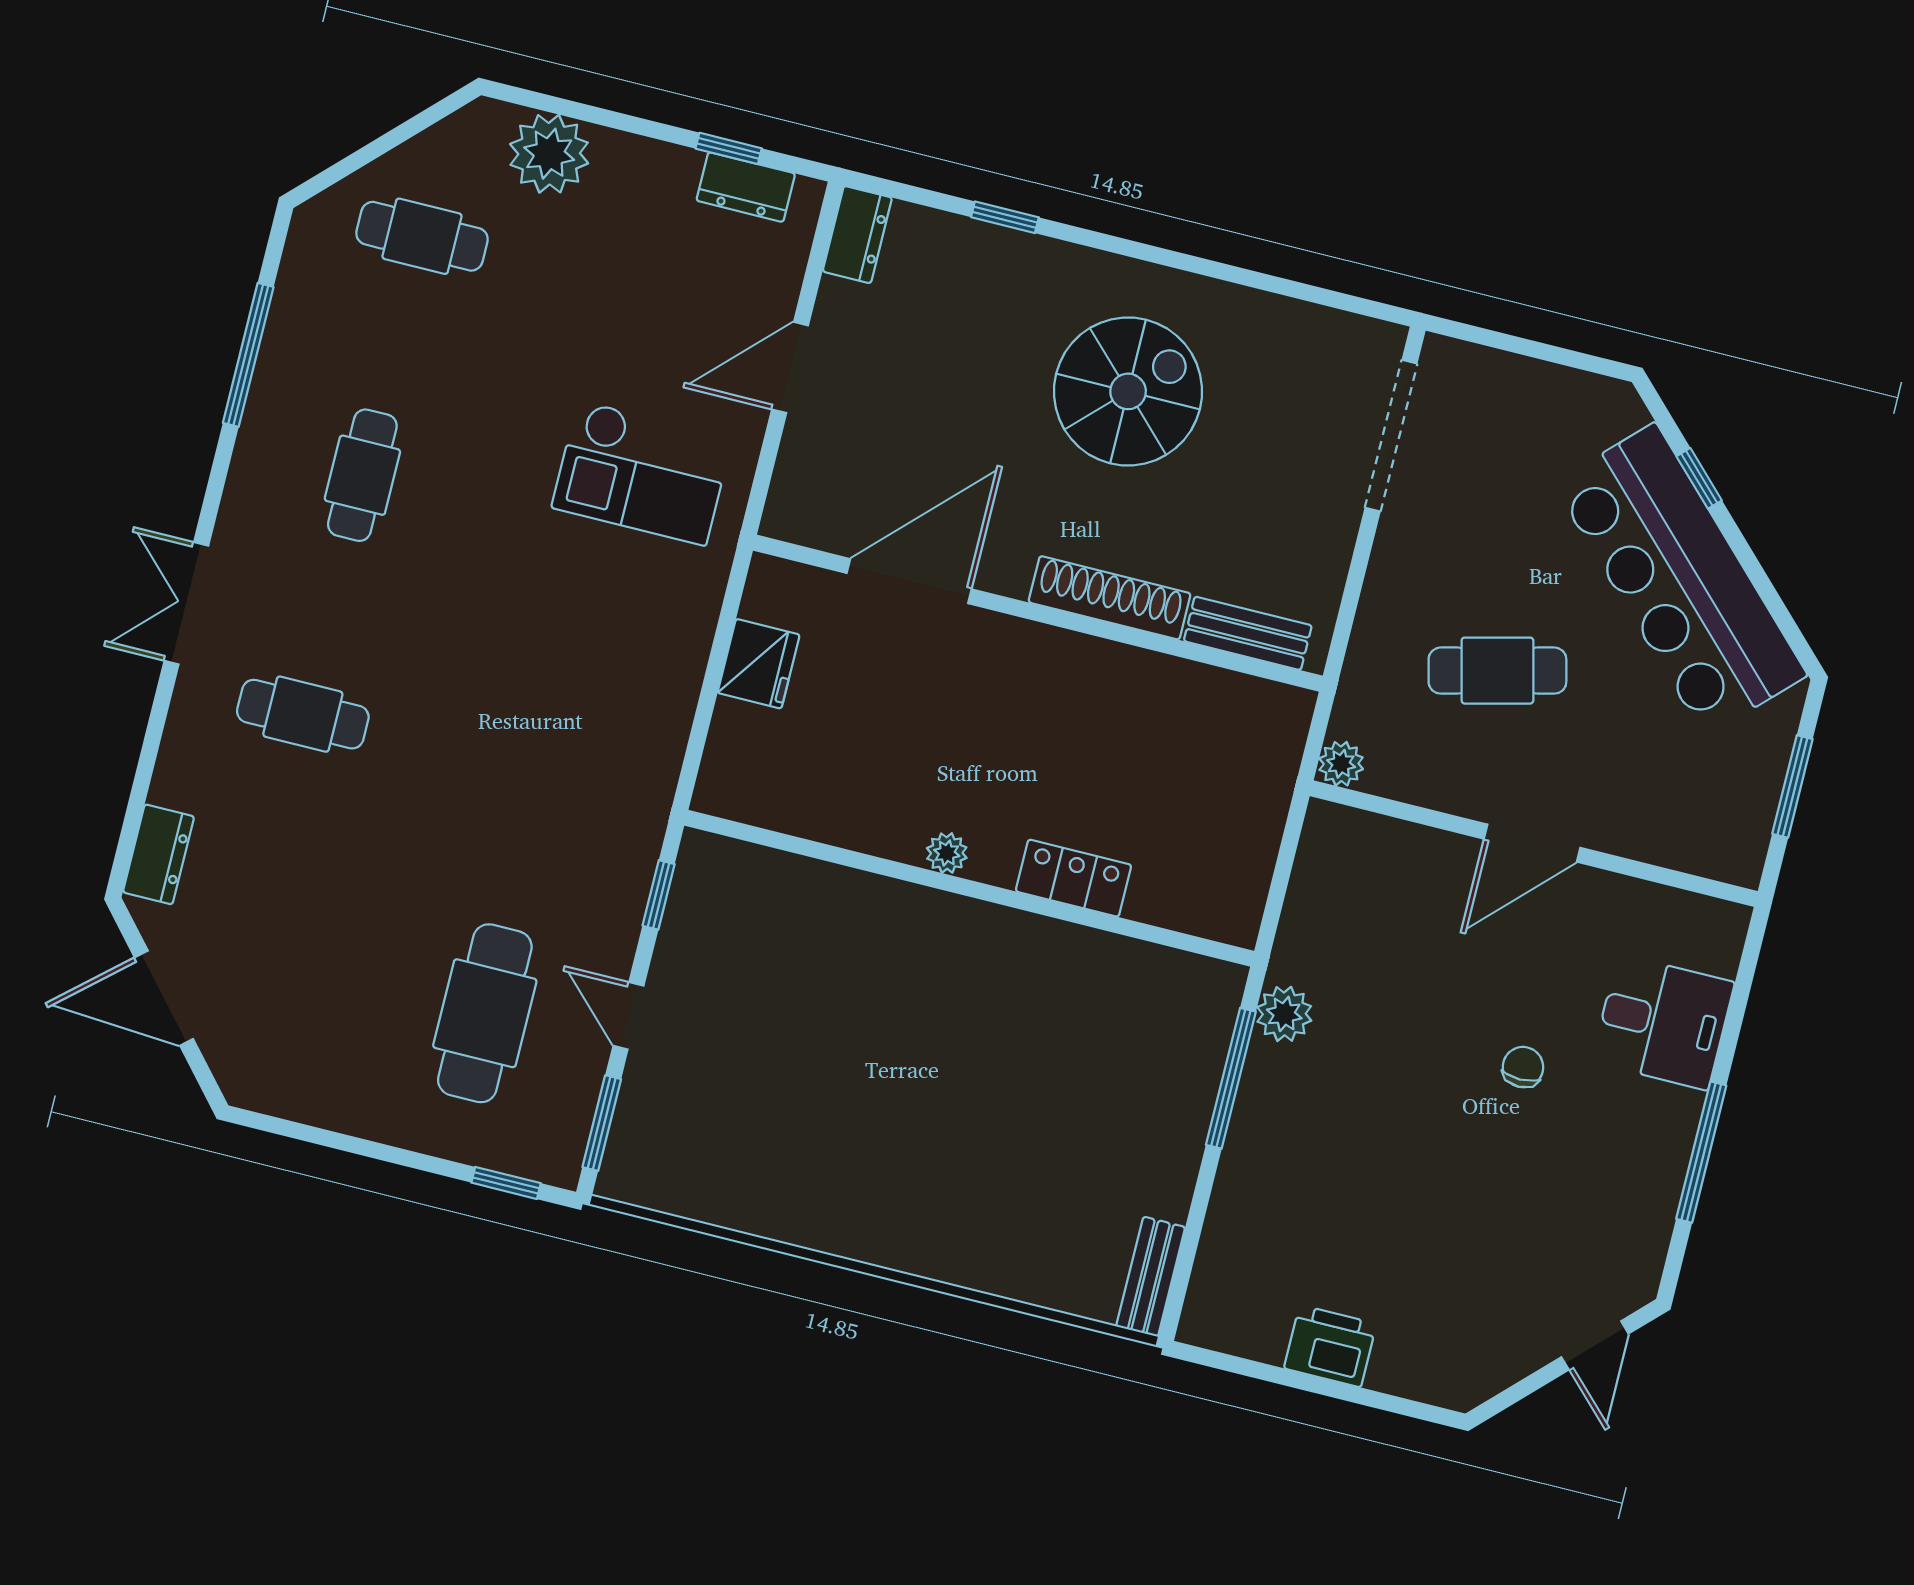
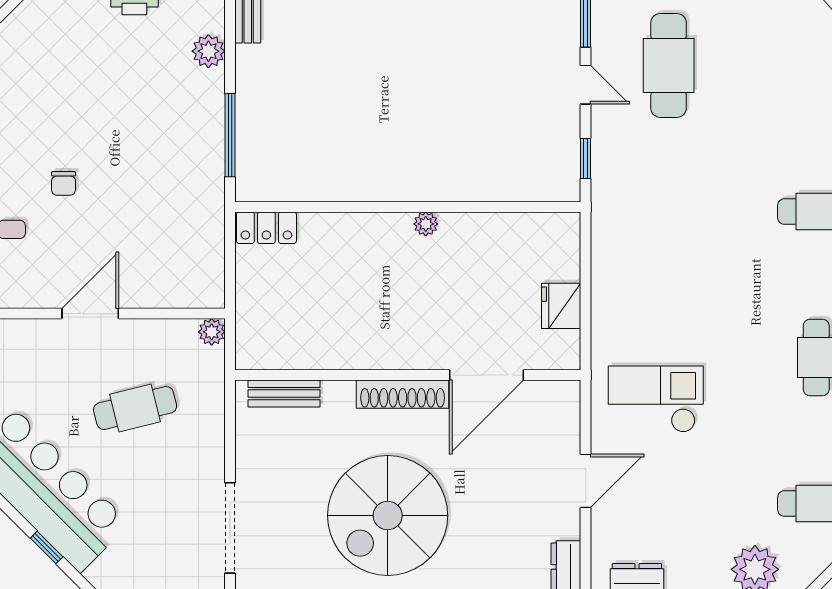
spiral stairs: (1128, 391) -> (388, 516), width x1.37, depth x1.37
shoe rack: (1110, 598) -> (403, 394), moved
locker: (1074, 878) -> (266, 228), moved
plant: (1284, 1014) -> (208, 51), moved

